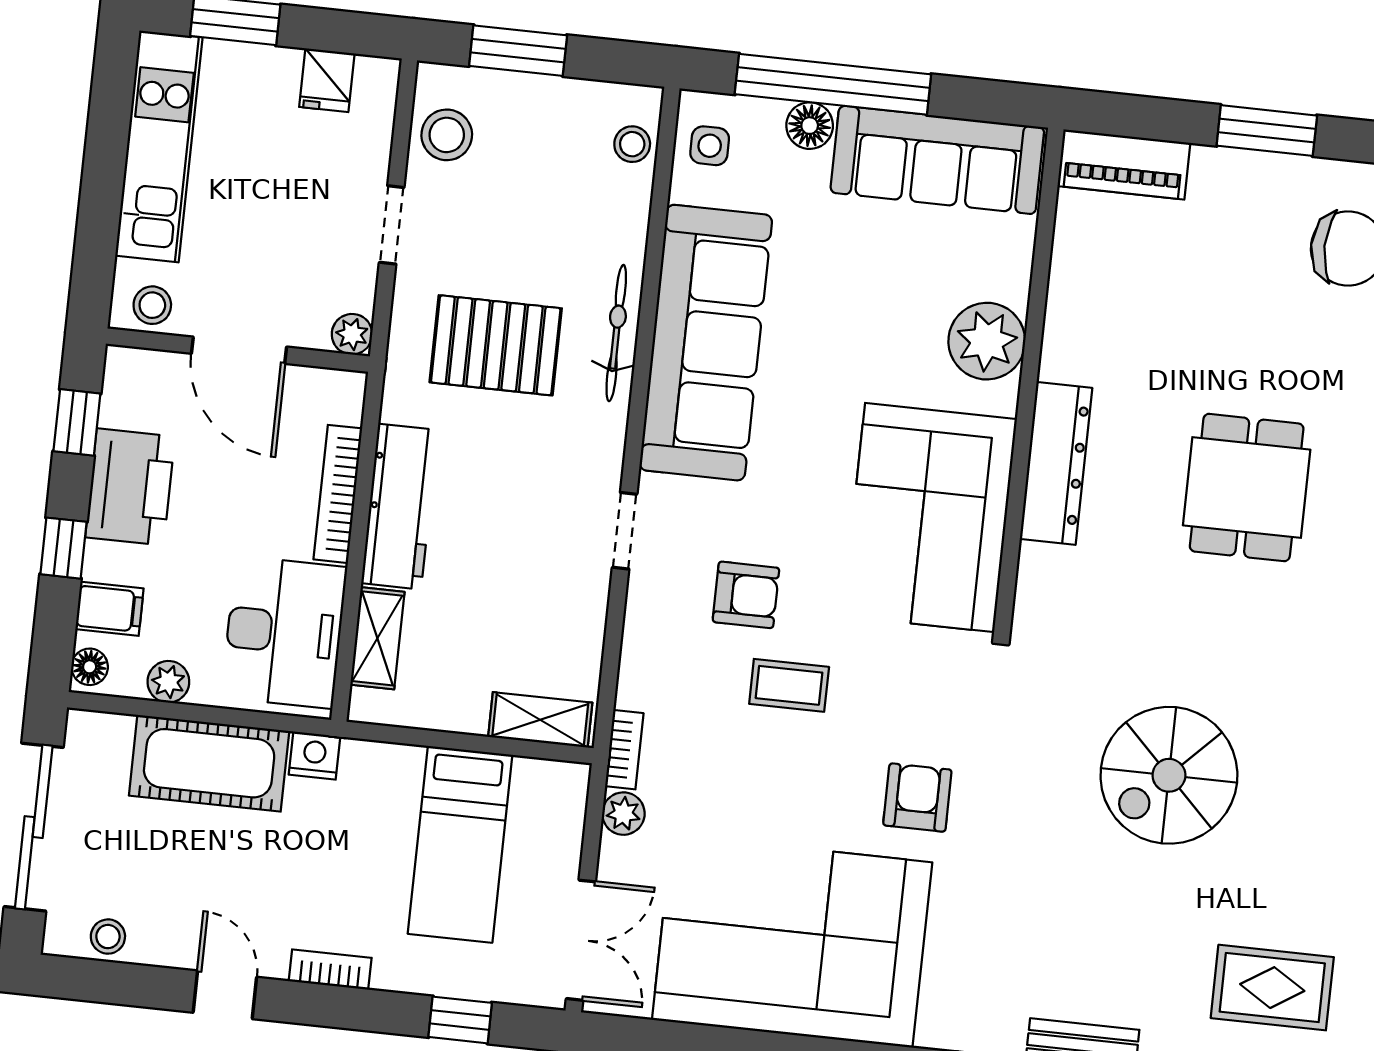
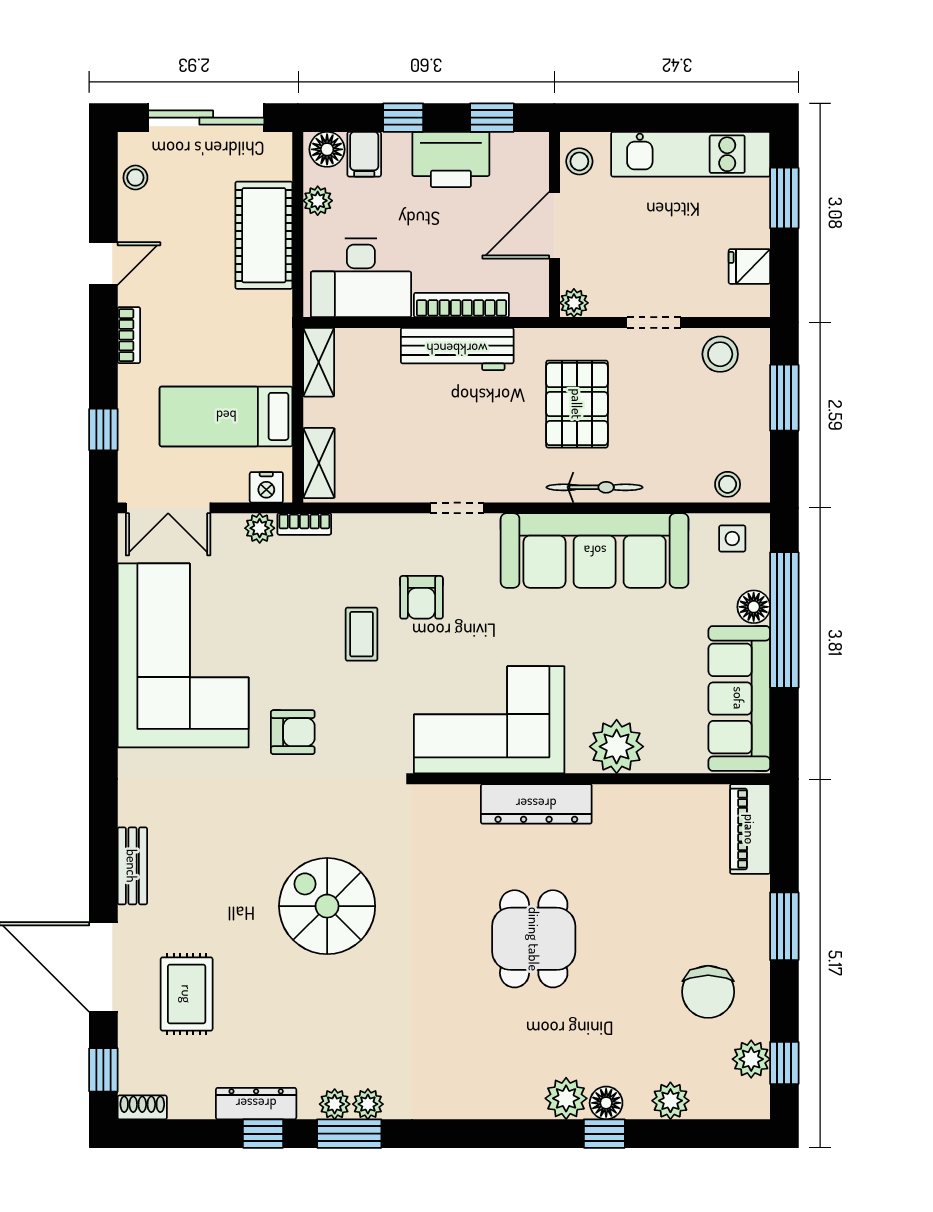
dining table: (1247, 488) -> (534, 939), turned 90
shelving: (377, 638) -> (319, 362), moved, turned 90
floor lamp: (90, 667) -> (327, 149), width x1.37, depth x1.37
nightstand: (315, 756) -> (266, 487), moved, turned 90

